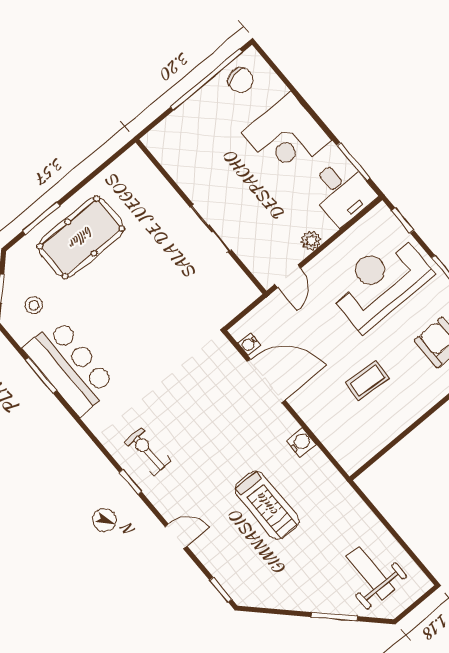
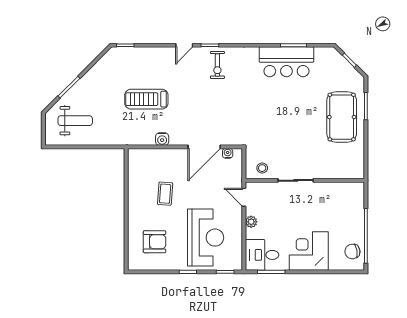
stool: (34, 305) -> (262, 168), moved
exercise bike: (148, 451) -> (217, 65), turned 92
door: (176, 536) -> (184, 45), moved

